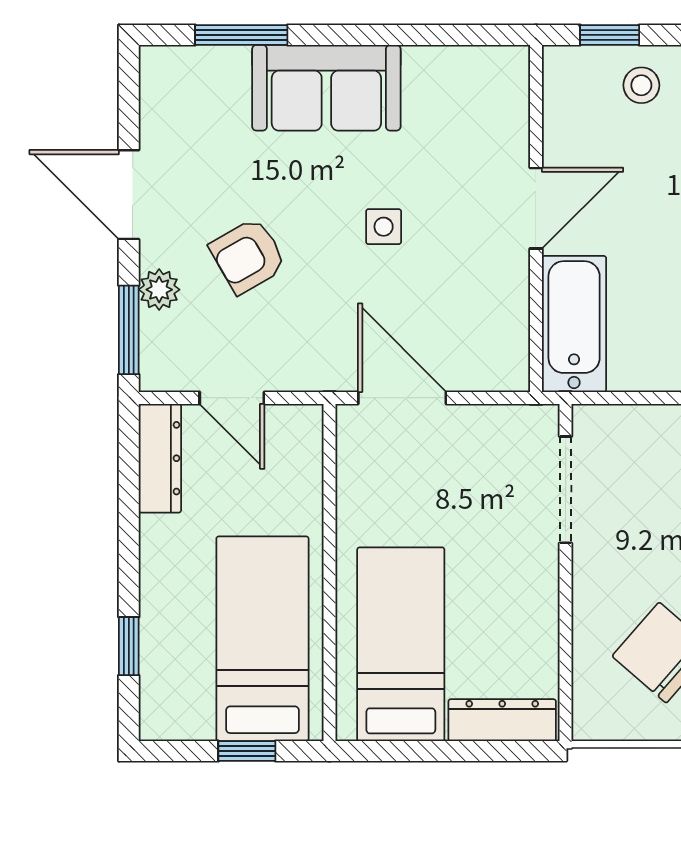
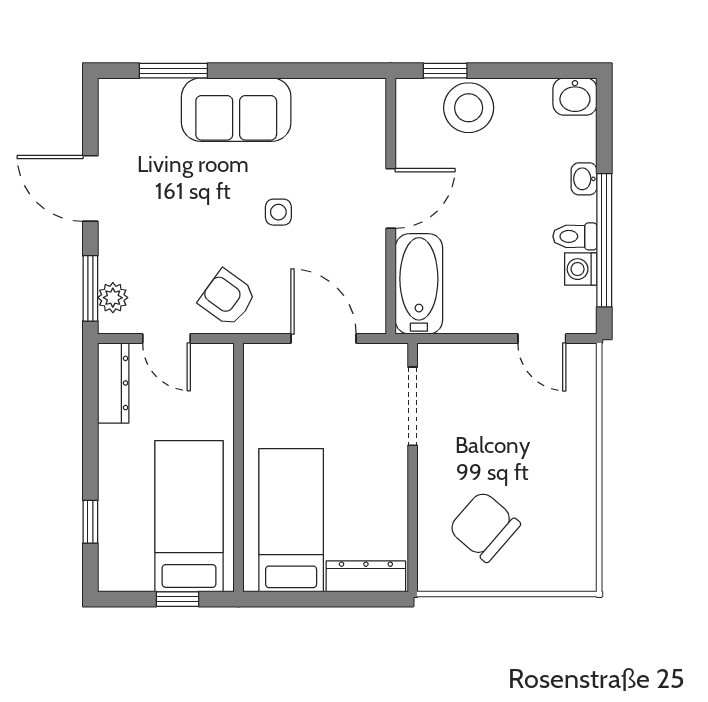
stool: (641, 85) -> (469, 108), width x1.89, depth x1.89
armchair: (248, 256) -> (227, 298), moved, turned 66
plant: (159, 290) -> (113, 298), moved
door: (402, 398) -> (324, 339), moved

